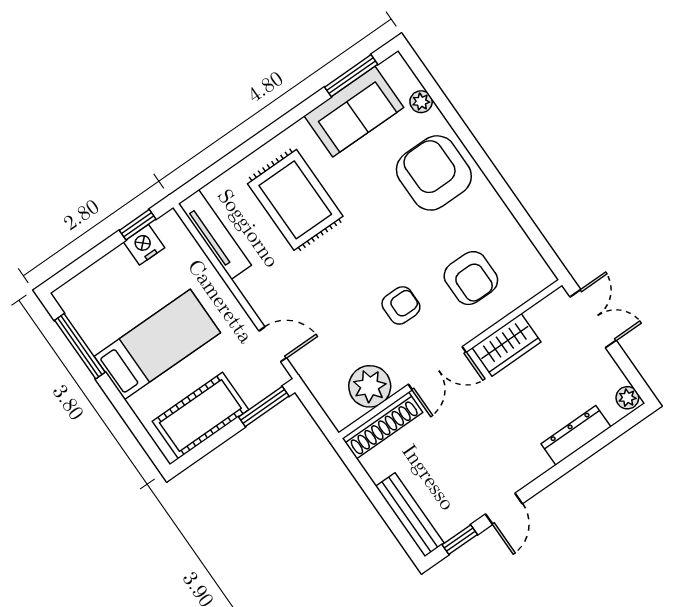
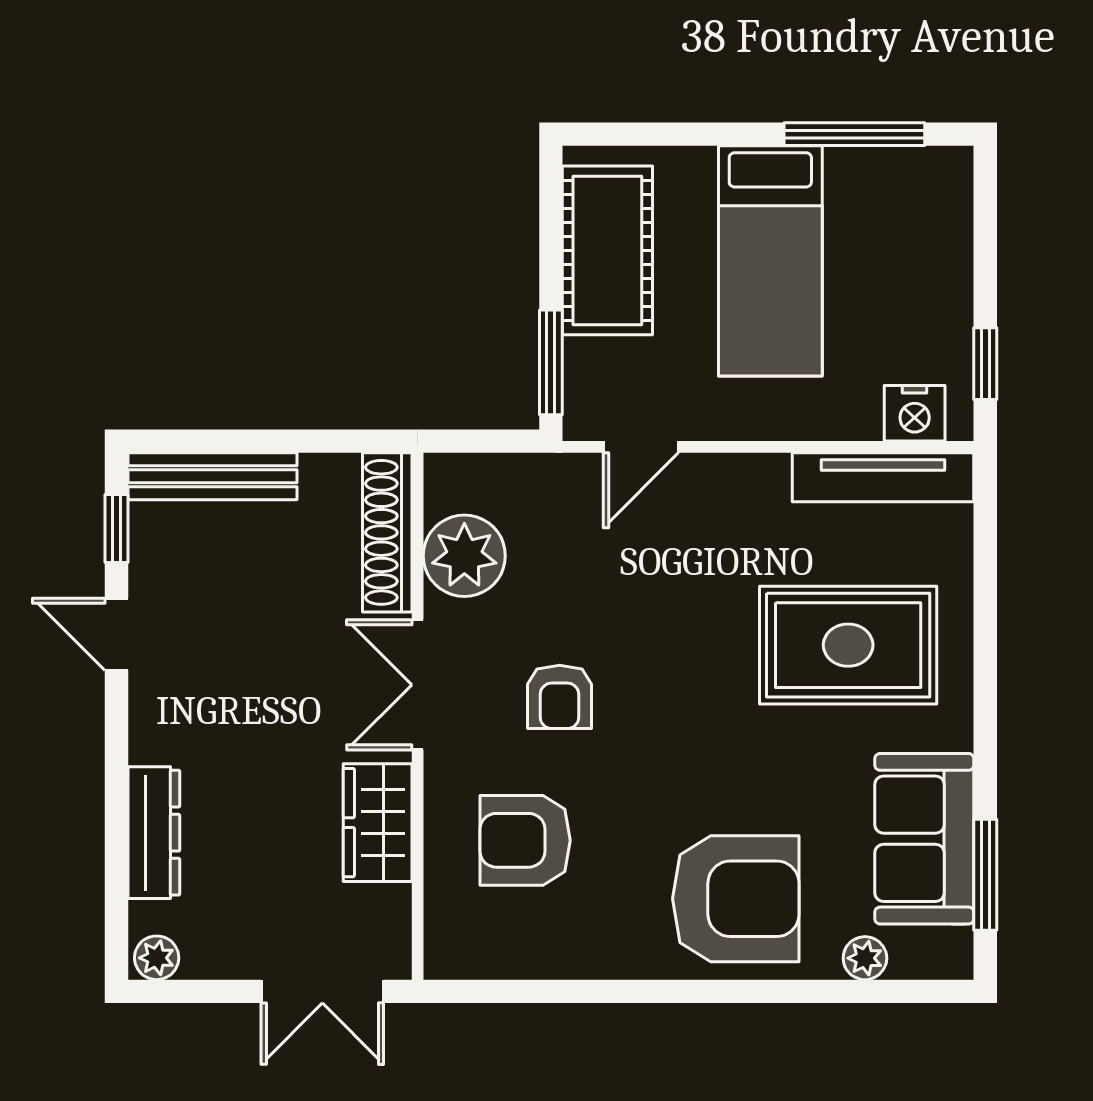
nightstand: (144, 245) -> (915, 413), moved, turned 90

